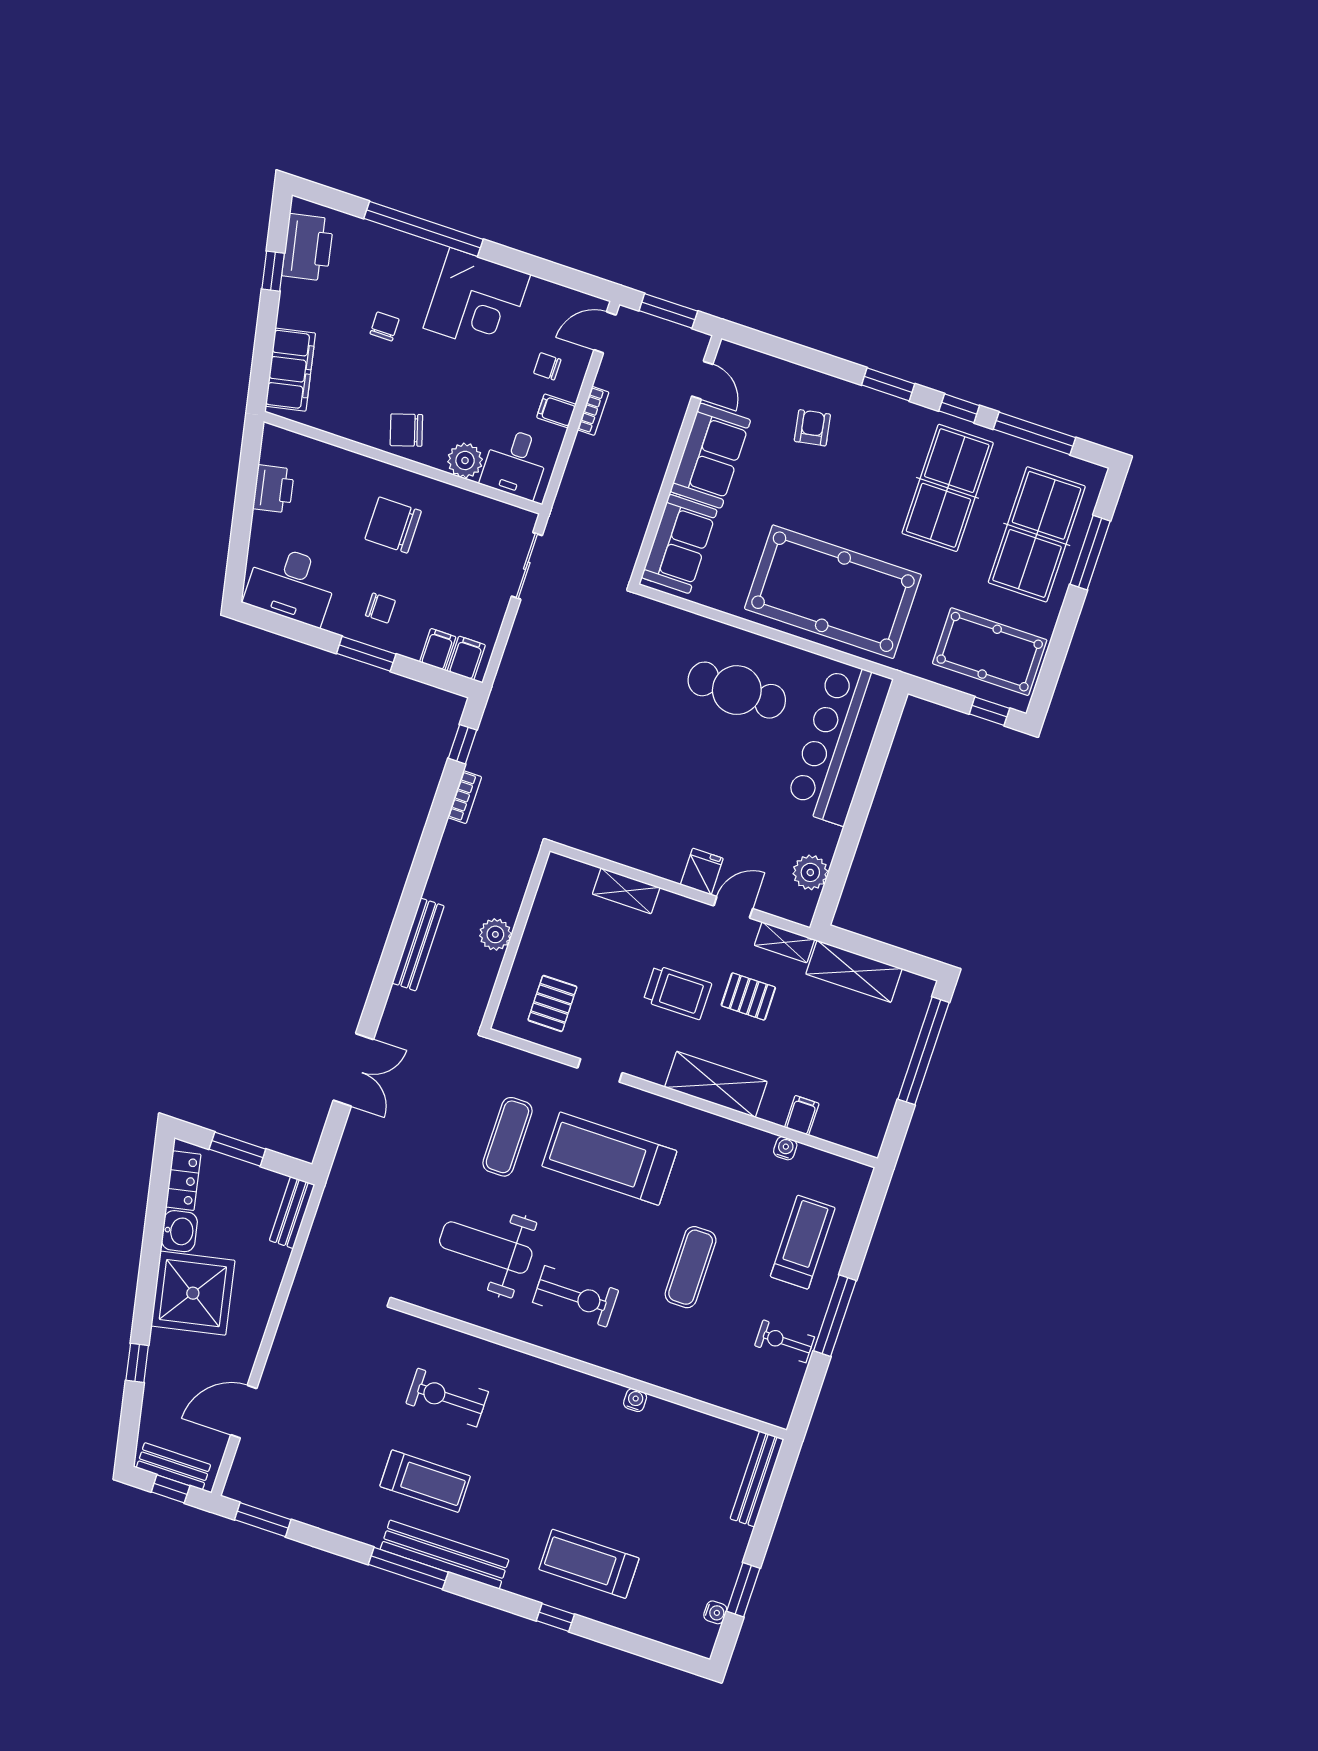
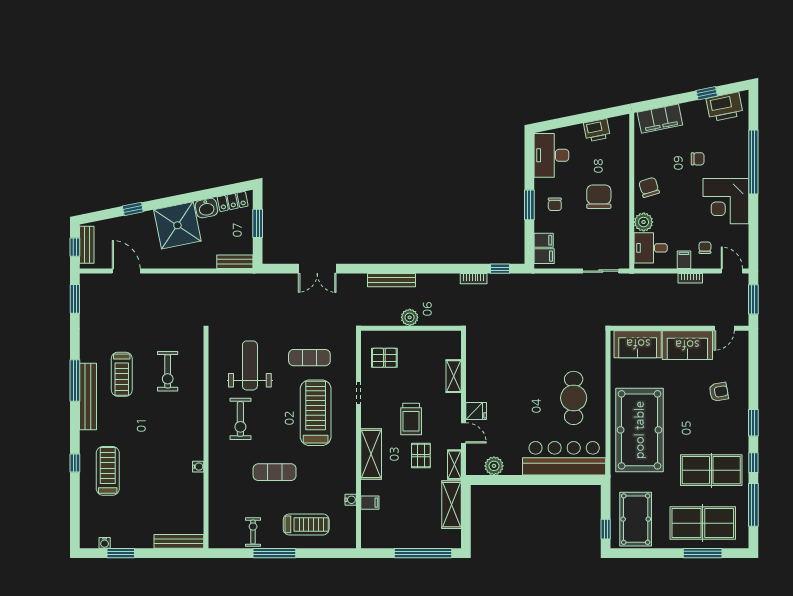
exercise bike: (447, 1398) -> (168, 371), turned 180

